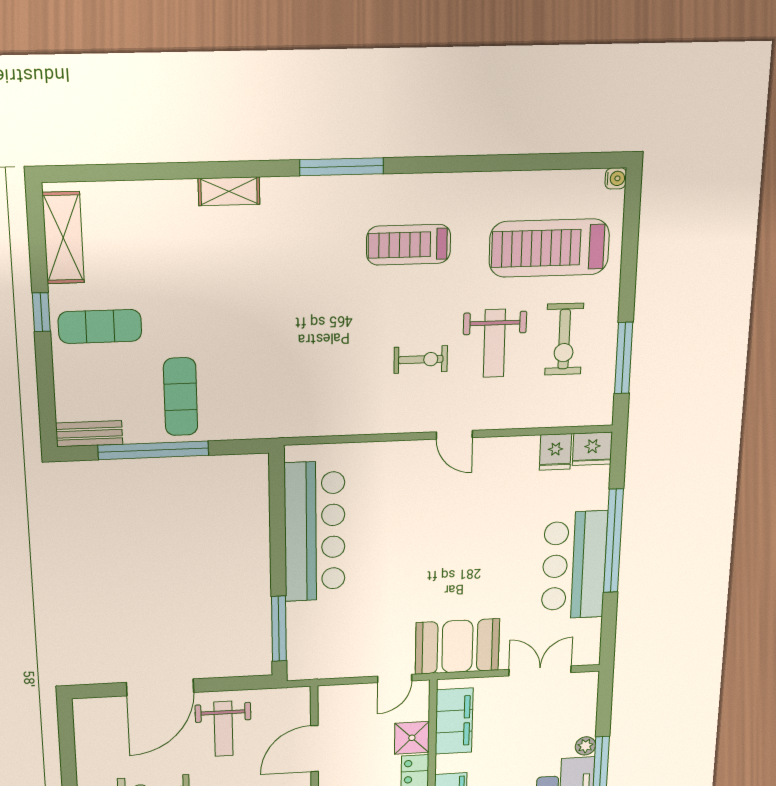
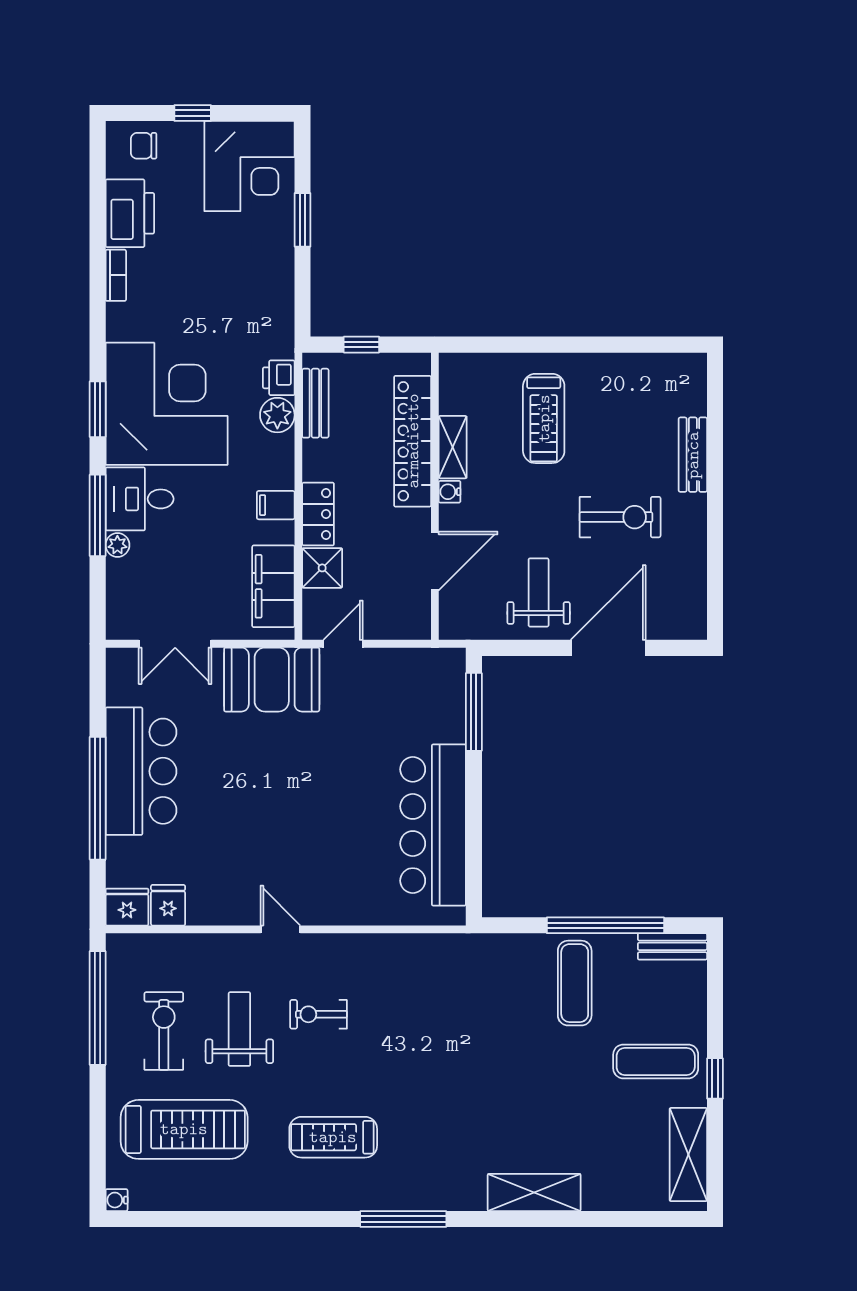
shelving: (229, 191) -> (534, 1192), width x1.50, depth x1.33
treadmill: (409, 245) -> (333, 1137), turned 180
window: (624, 358) -> (98, 1008), width x1.46

